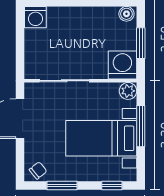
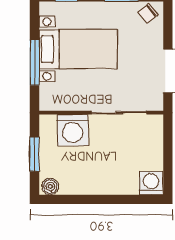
washing machine: (122, 65) -> (73, 130), moved
plant: (128, 91) -> (49, 101), removed

